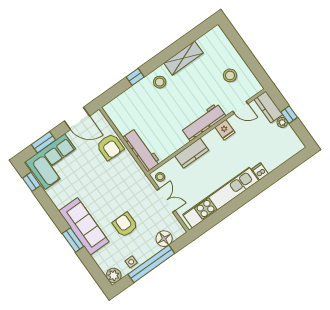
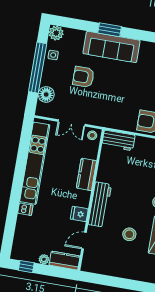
stool: (230, 75) -> (129, 234), moved
window: (289, 115) -> (26, 267), moved
workbench: (142, 150) -> (118, 140), width x0.73
armchair: (125, 225) -> (83, 77), turned 180

